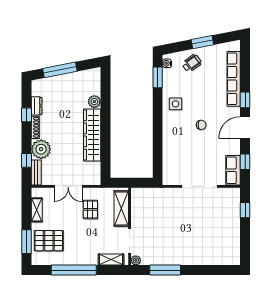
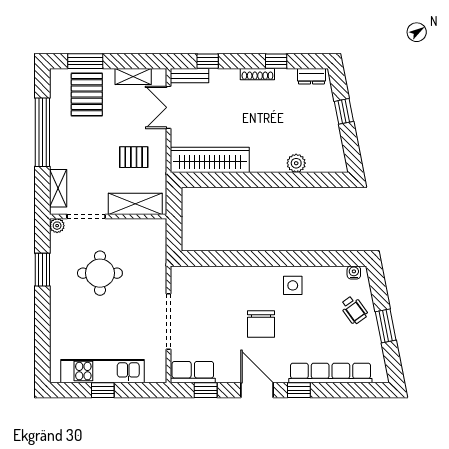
window: (60, 70) -> (344, 111), width x0.46
window: (158, 77) -> (333, 258), removed
dresser: (37, 106) -> (311, 76), moved
chair: (201, 125) -> (261, 324), width x1.87, depth x1.87
wardrobe: (92, 135) -> (210, 160), moved
plant: (41, 149) -> (224, 83), removed
double door: (68, 186) -> (169, 107), moved
window: (245, 210) -> (103, 390), moved
kitchen unit: (232, 230) -> (102, 371), added
round table: (167, 232) -> (100, 273), added
window: (165, 270) -> (42, 270), width x0.69

